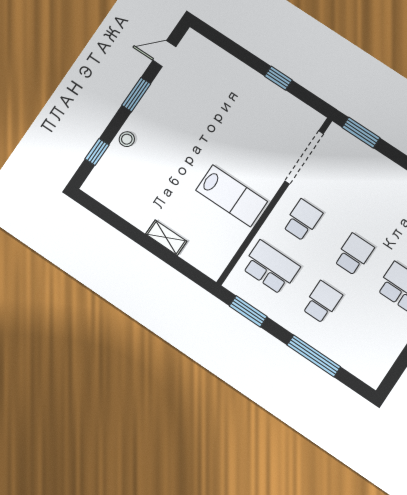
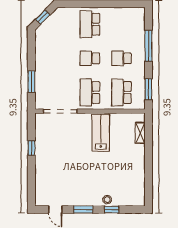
window: (361, 133) -> (31, 82), moved
window: (97, 152) -> (112, 209), moved
school desk: (303, 220) -> (90, 92), width x1.85
shelving: (166, 238) -> (140, 133), moved

